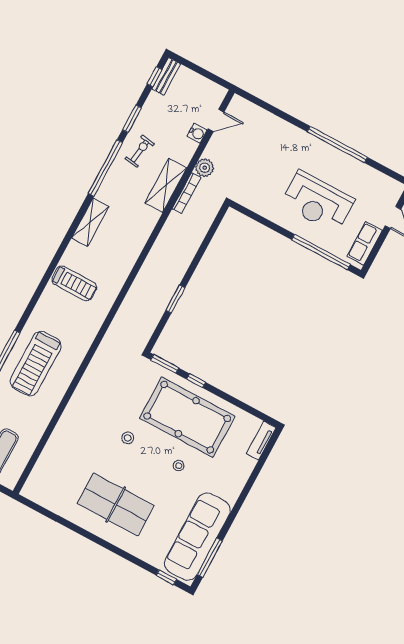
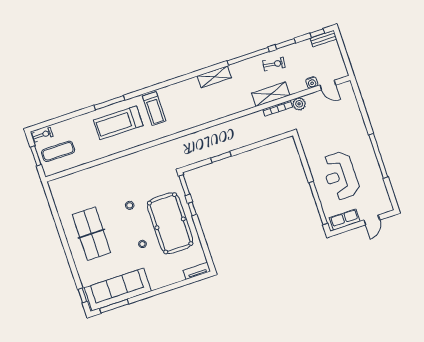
treadmill: (74, 283) -> (154, 109), moved

